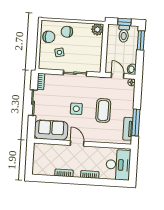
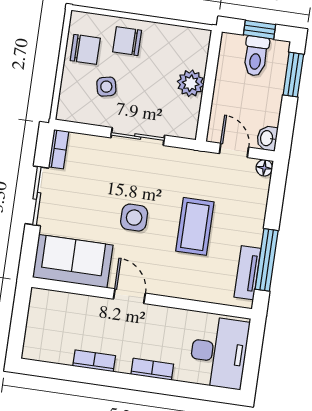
plant: (97, 29) -> (191, 83), moved

